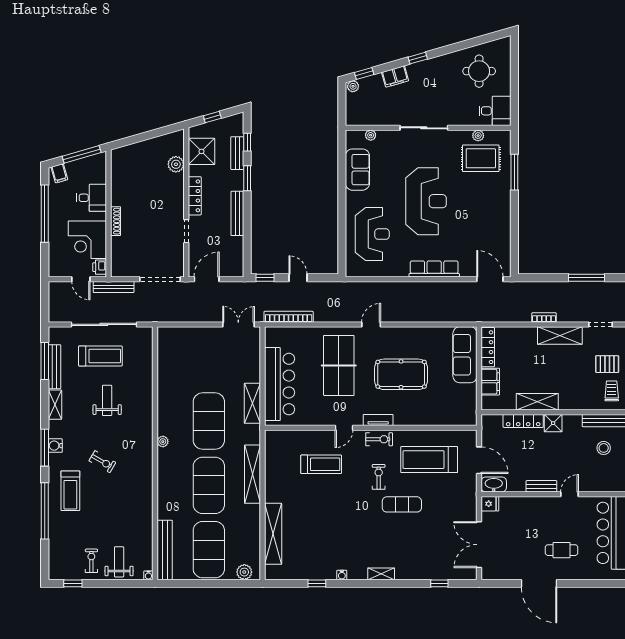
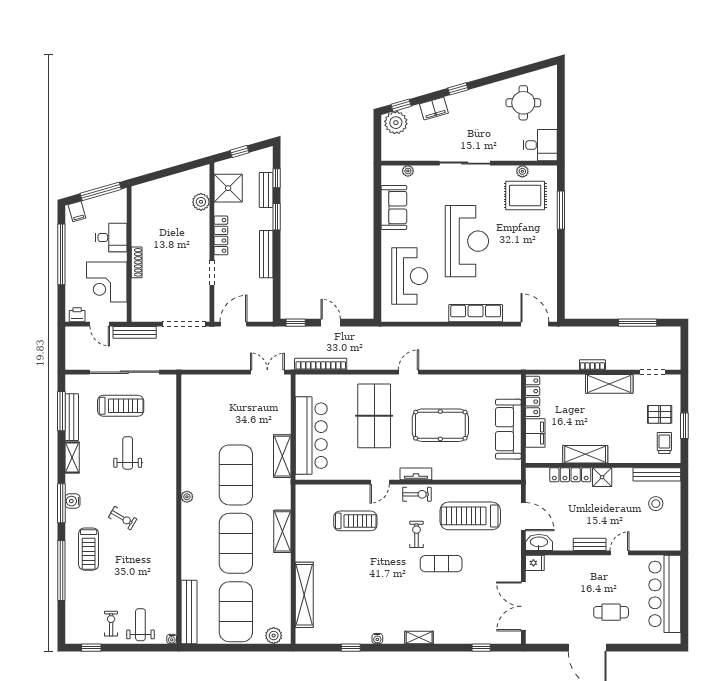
plant: (353, 86) -> (396, 123), width x1.88, depth x1.88
printer: (100, 267) -> (77, 315), moved, turned 90
sofa: (465, 355) -> (508, 429), moved
shelving: (253, 474) -> (282, 531), width x0.68

